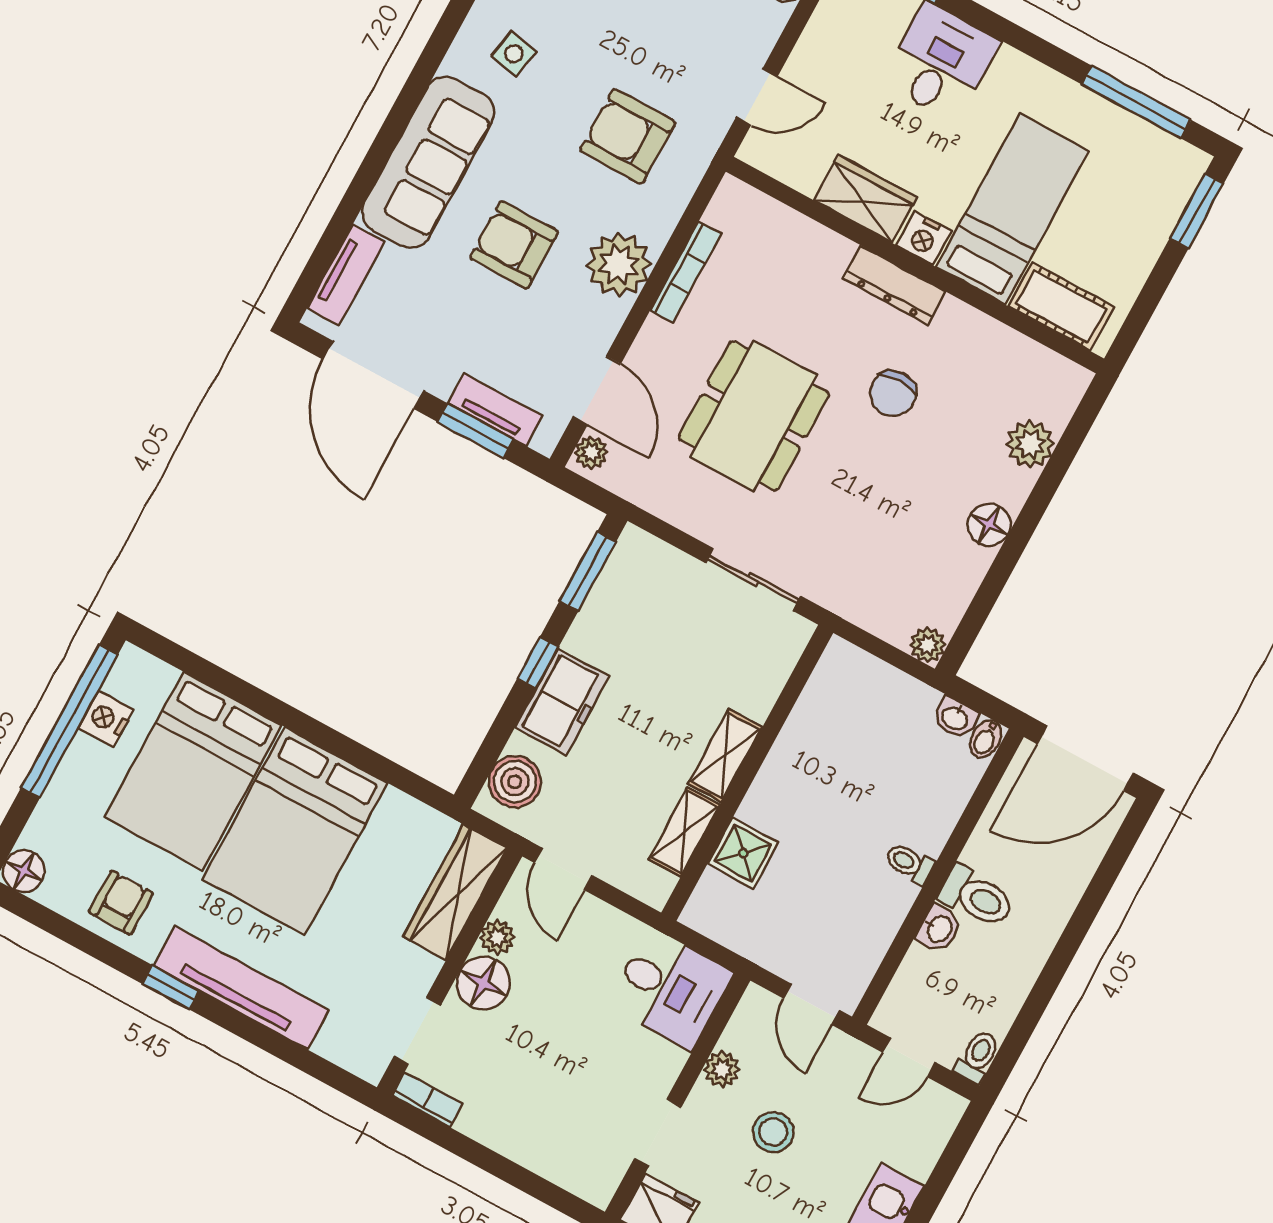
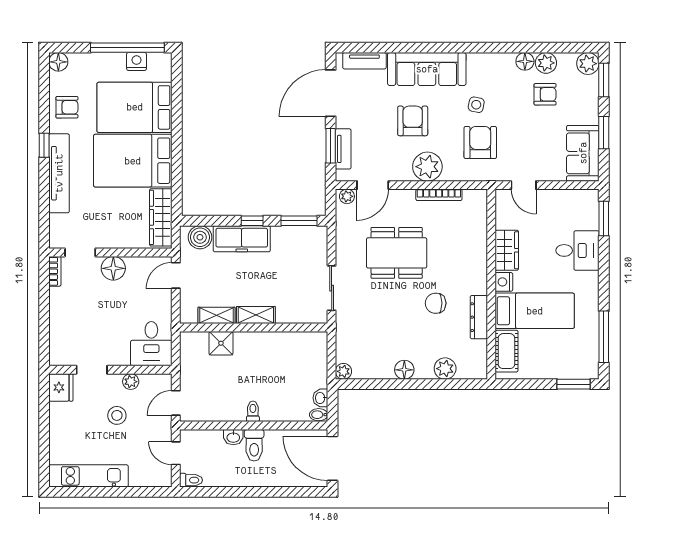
side table: (514, 54) -> (476, 105), moved
dresser: (894, 285) -> (479, 317), moved
freezer: (562, 702) -> (242, 239), width x1.40
wardrobe: (455, 892) -> (161, 217), moved, turned -90
plant: (498, 937) -> (135, 264), removed

